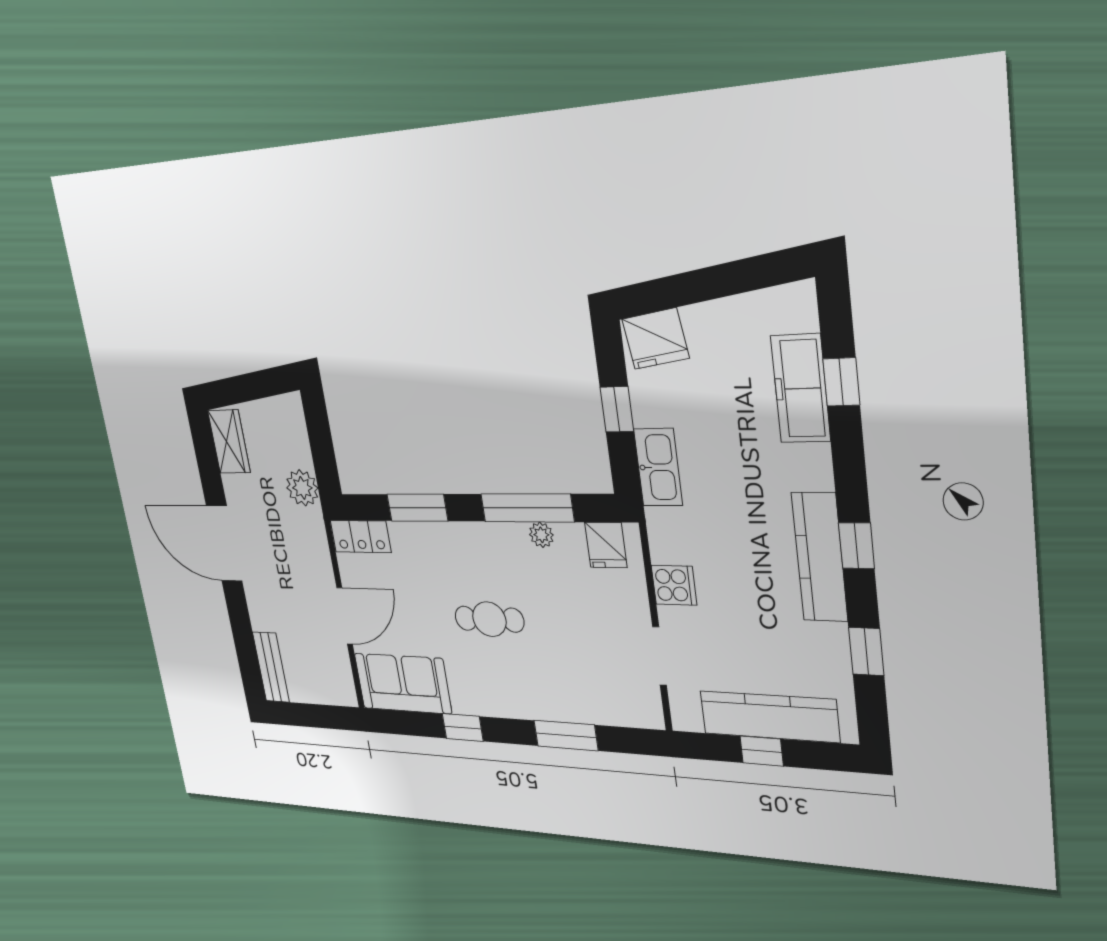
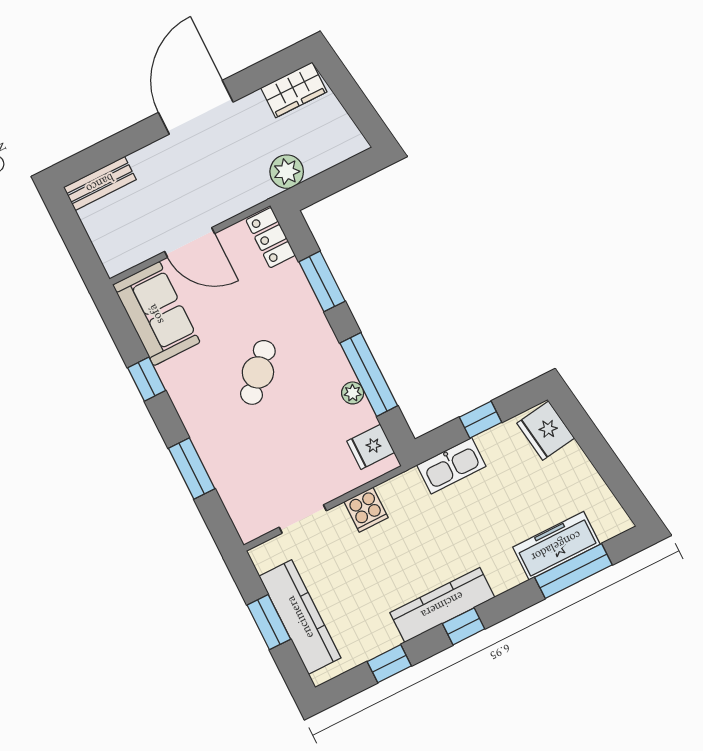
window: (841, 382) -> (573, 571), width x2.17
cafe table: (489, 619) -> (258, 372), turned 43
window: (762, 751) -> (269, 622), width x1.50

